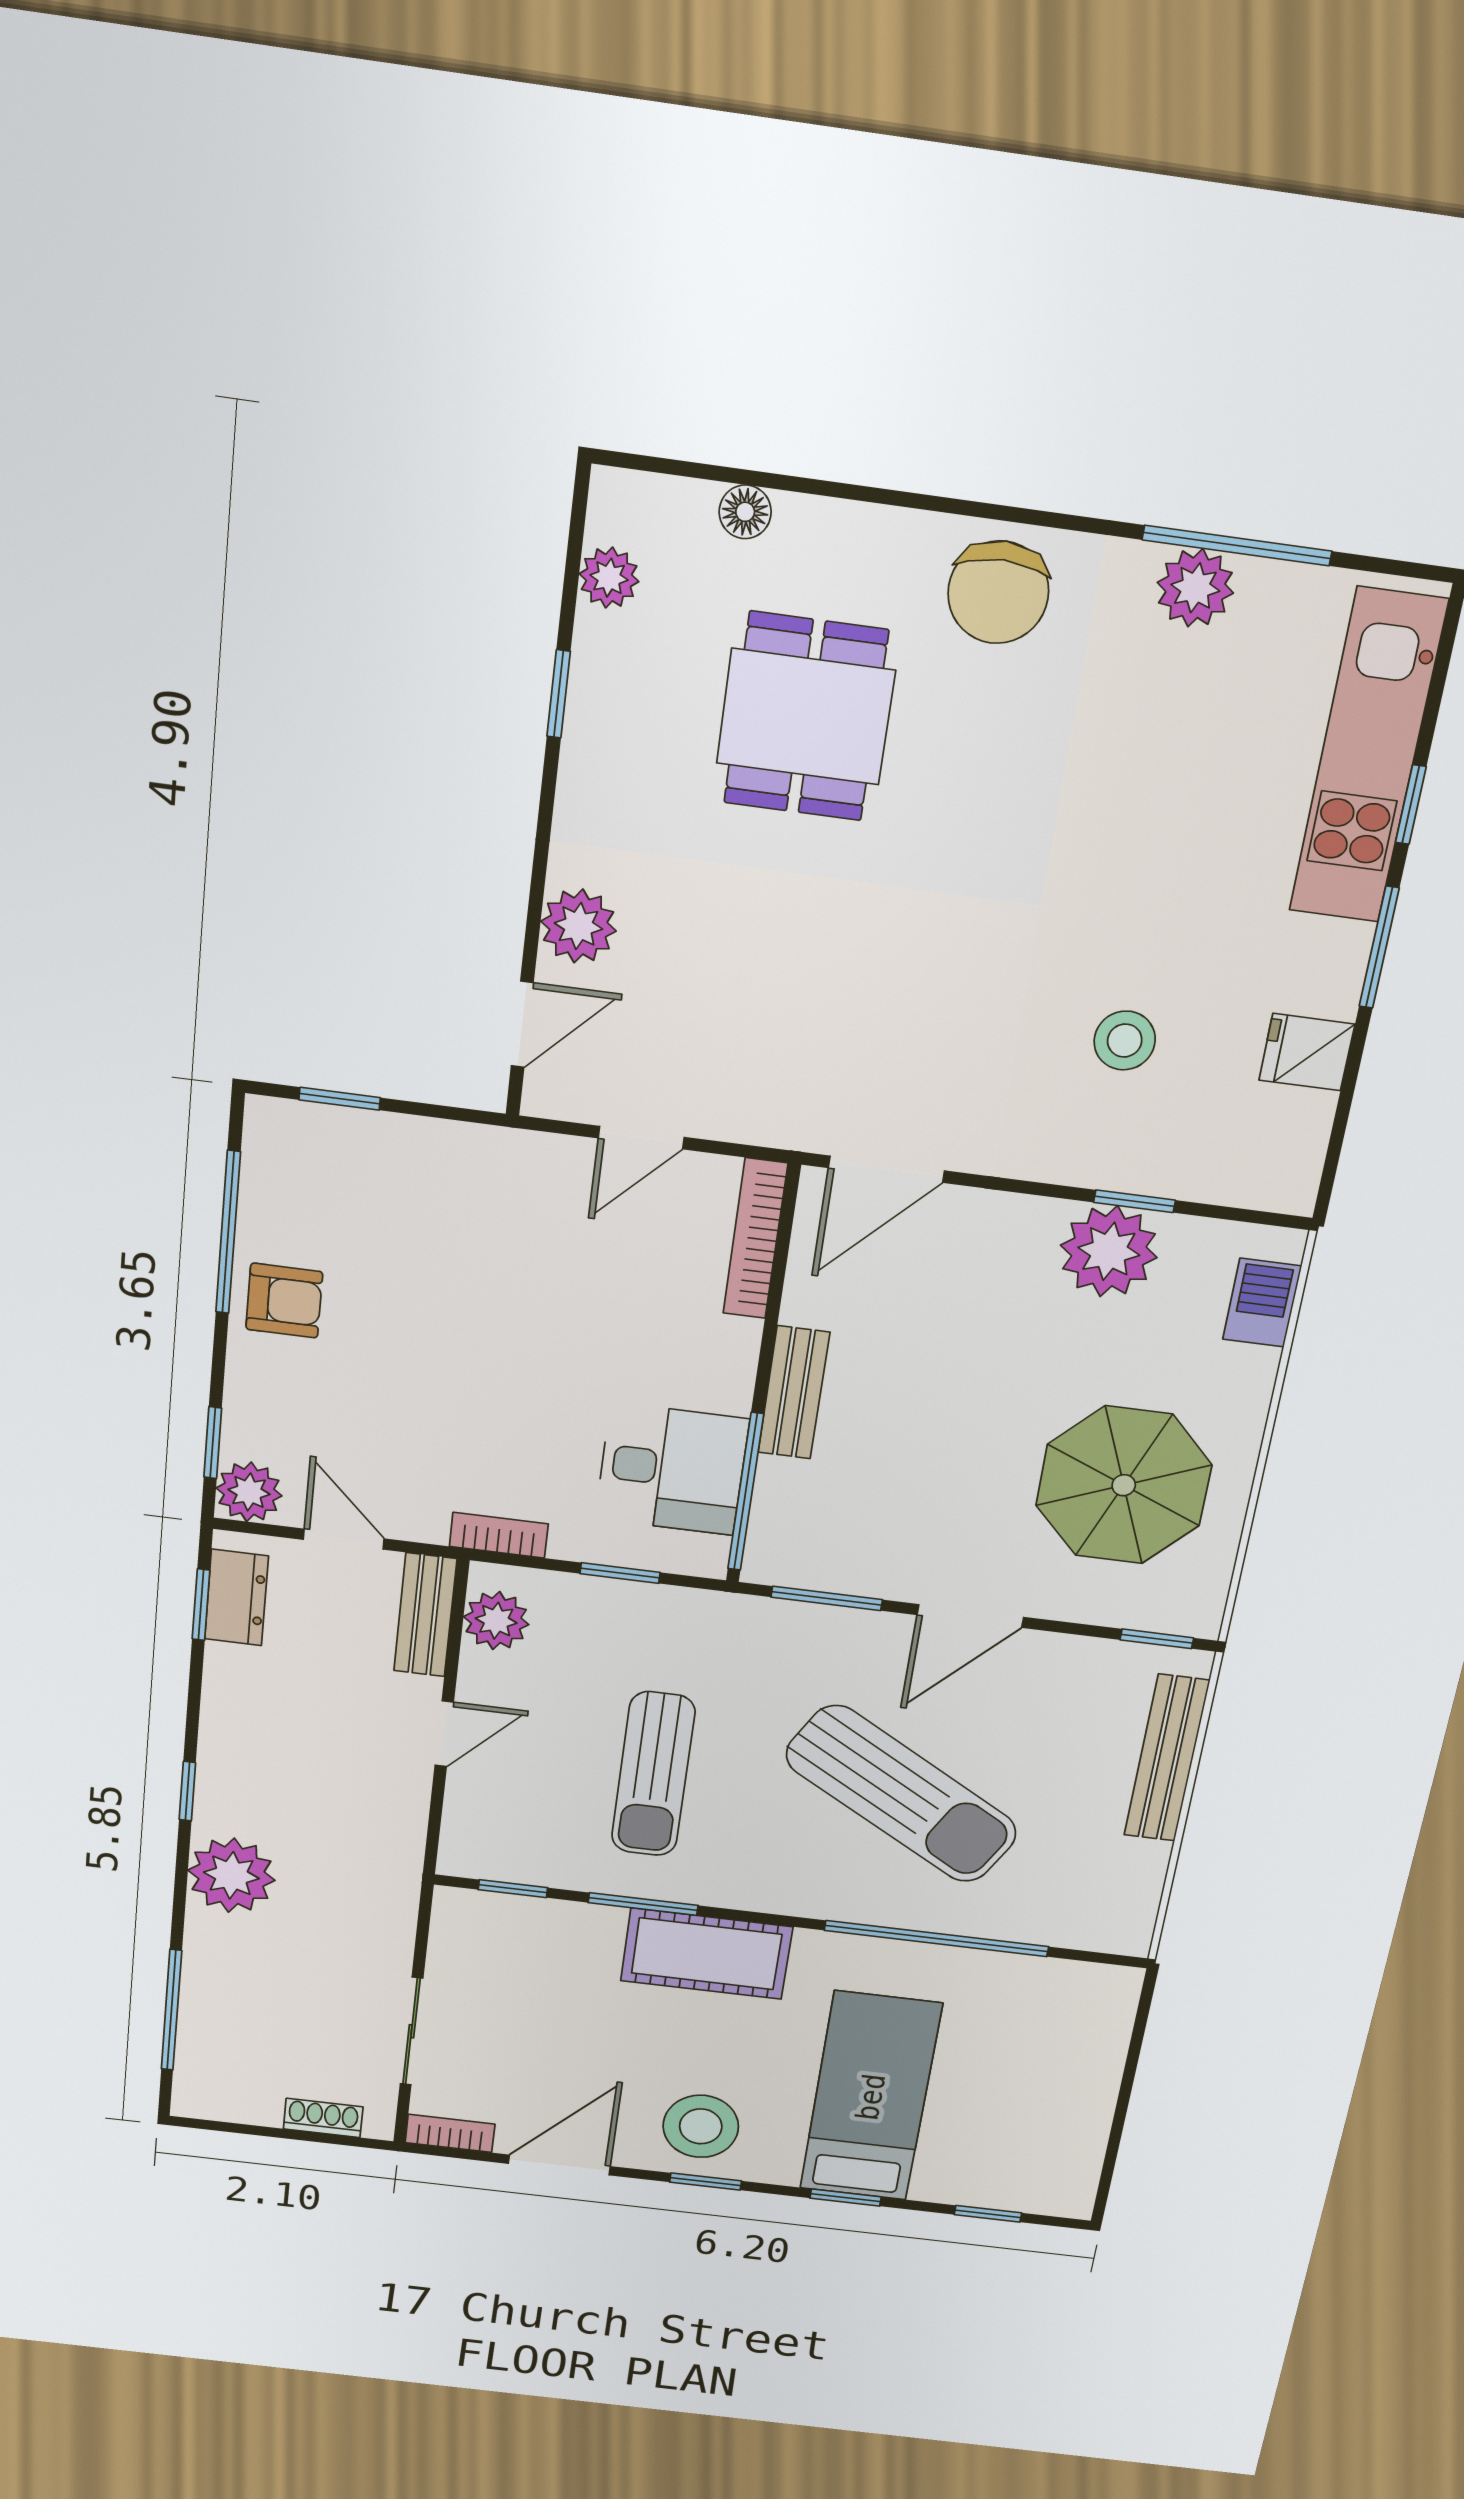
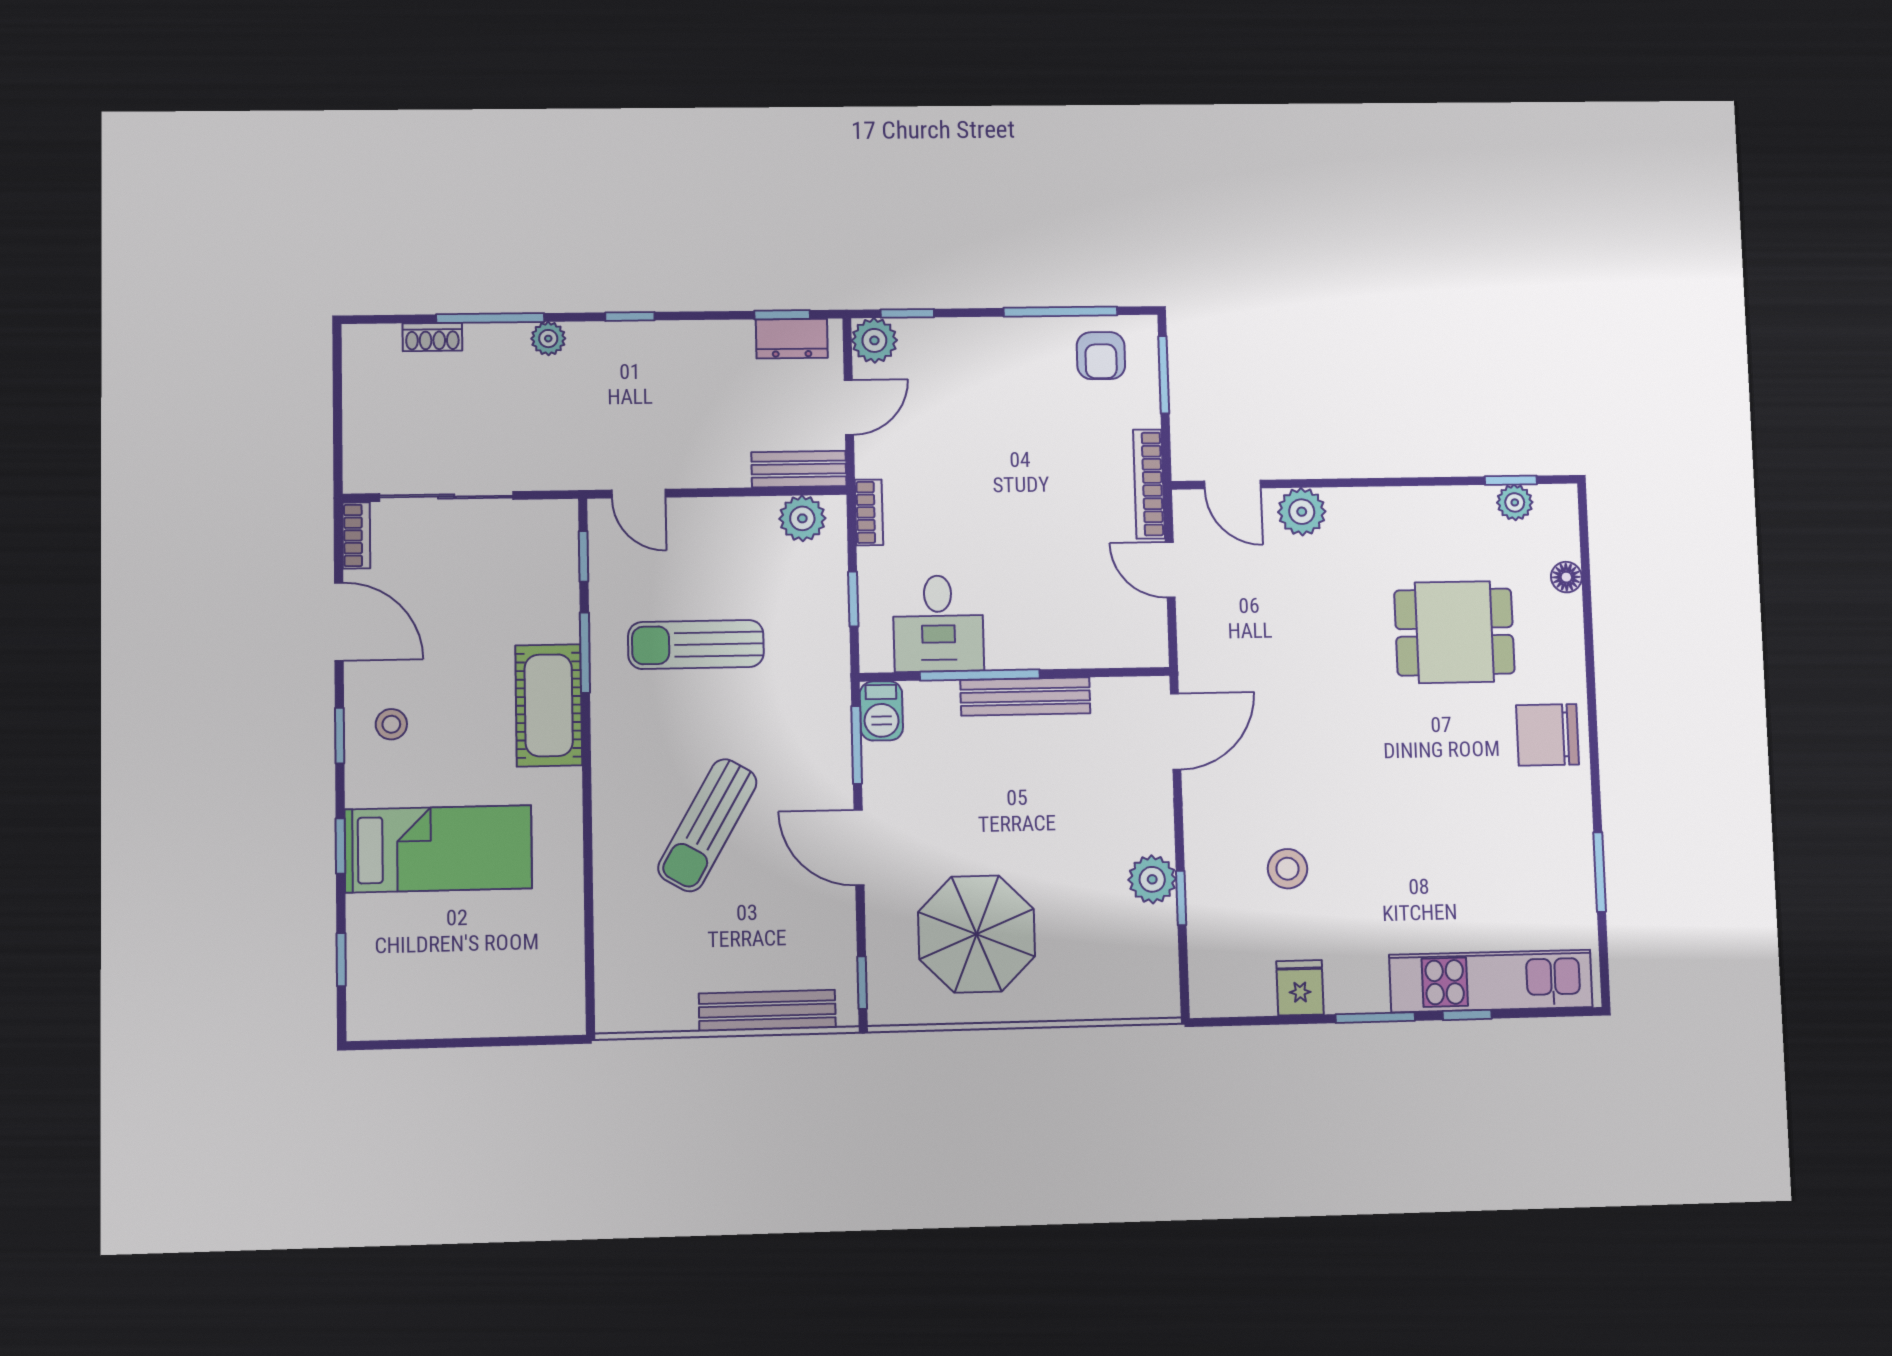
window: (1237, 546) -> (1600, 872), width x0.69
plant: (1195, 588) -> (1571, 852), removed
window: (559, 694) -> (1511, 480), moved
window: (340, 1099) -> (1164, 375), width x1.50
door: (886, 1169) -> (1176, 731), swing flipped
bookcase: (755, 1239) -> (1149, 484), moved, turned -90
plant: (1109, 1251) -> (1152, 879), width x0.73, depth x0.73
armchair: (284, 1301) -> (1101, 356), moved
barbecue: (1262, 1303) -> (881, 711), moved, turned 90
bench: (794, 1393) -> (1025, 697), width x1.36
window: (746, 1492) -> (980, 675), moved
door: (444, 1734) -> (639, 494), moved
sun lounger: (902, 1794) -> (707, 825), width x0.73, depth x0.75
plant: (231, 1875) -> (548, 339), width x0.53, depth x0.53
window: (937, 1939) -> (588, 873), removed
window: (171, 2010) -> (490, 318), moved
sliding door: (412, 2031) -> (446, 497), width x1.37
shoe rack: (323, 2118) -> (432, 337), moved, turned 90
stool: (701, 2126) -> (391, 724), width x0.53, depth x0.53

